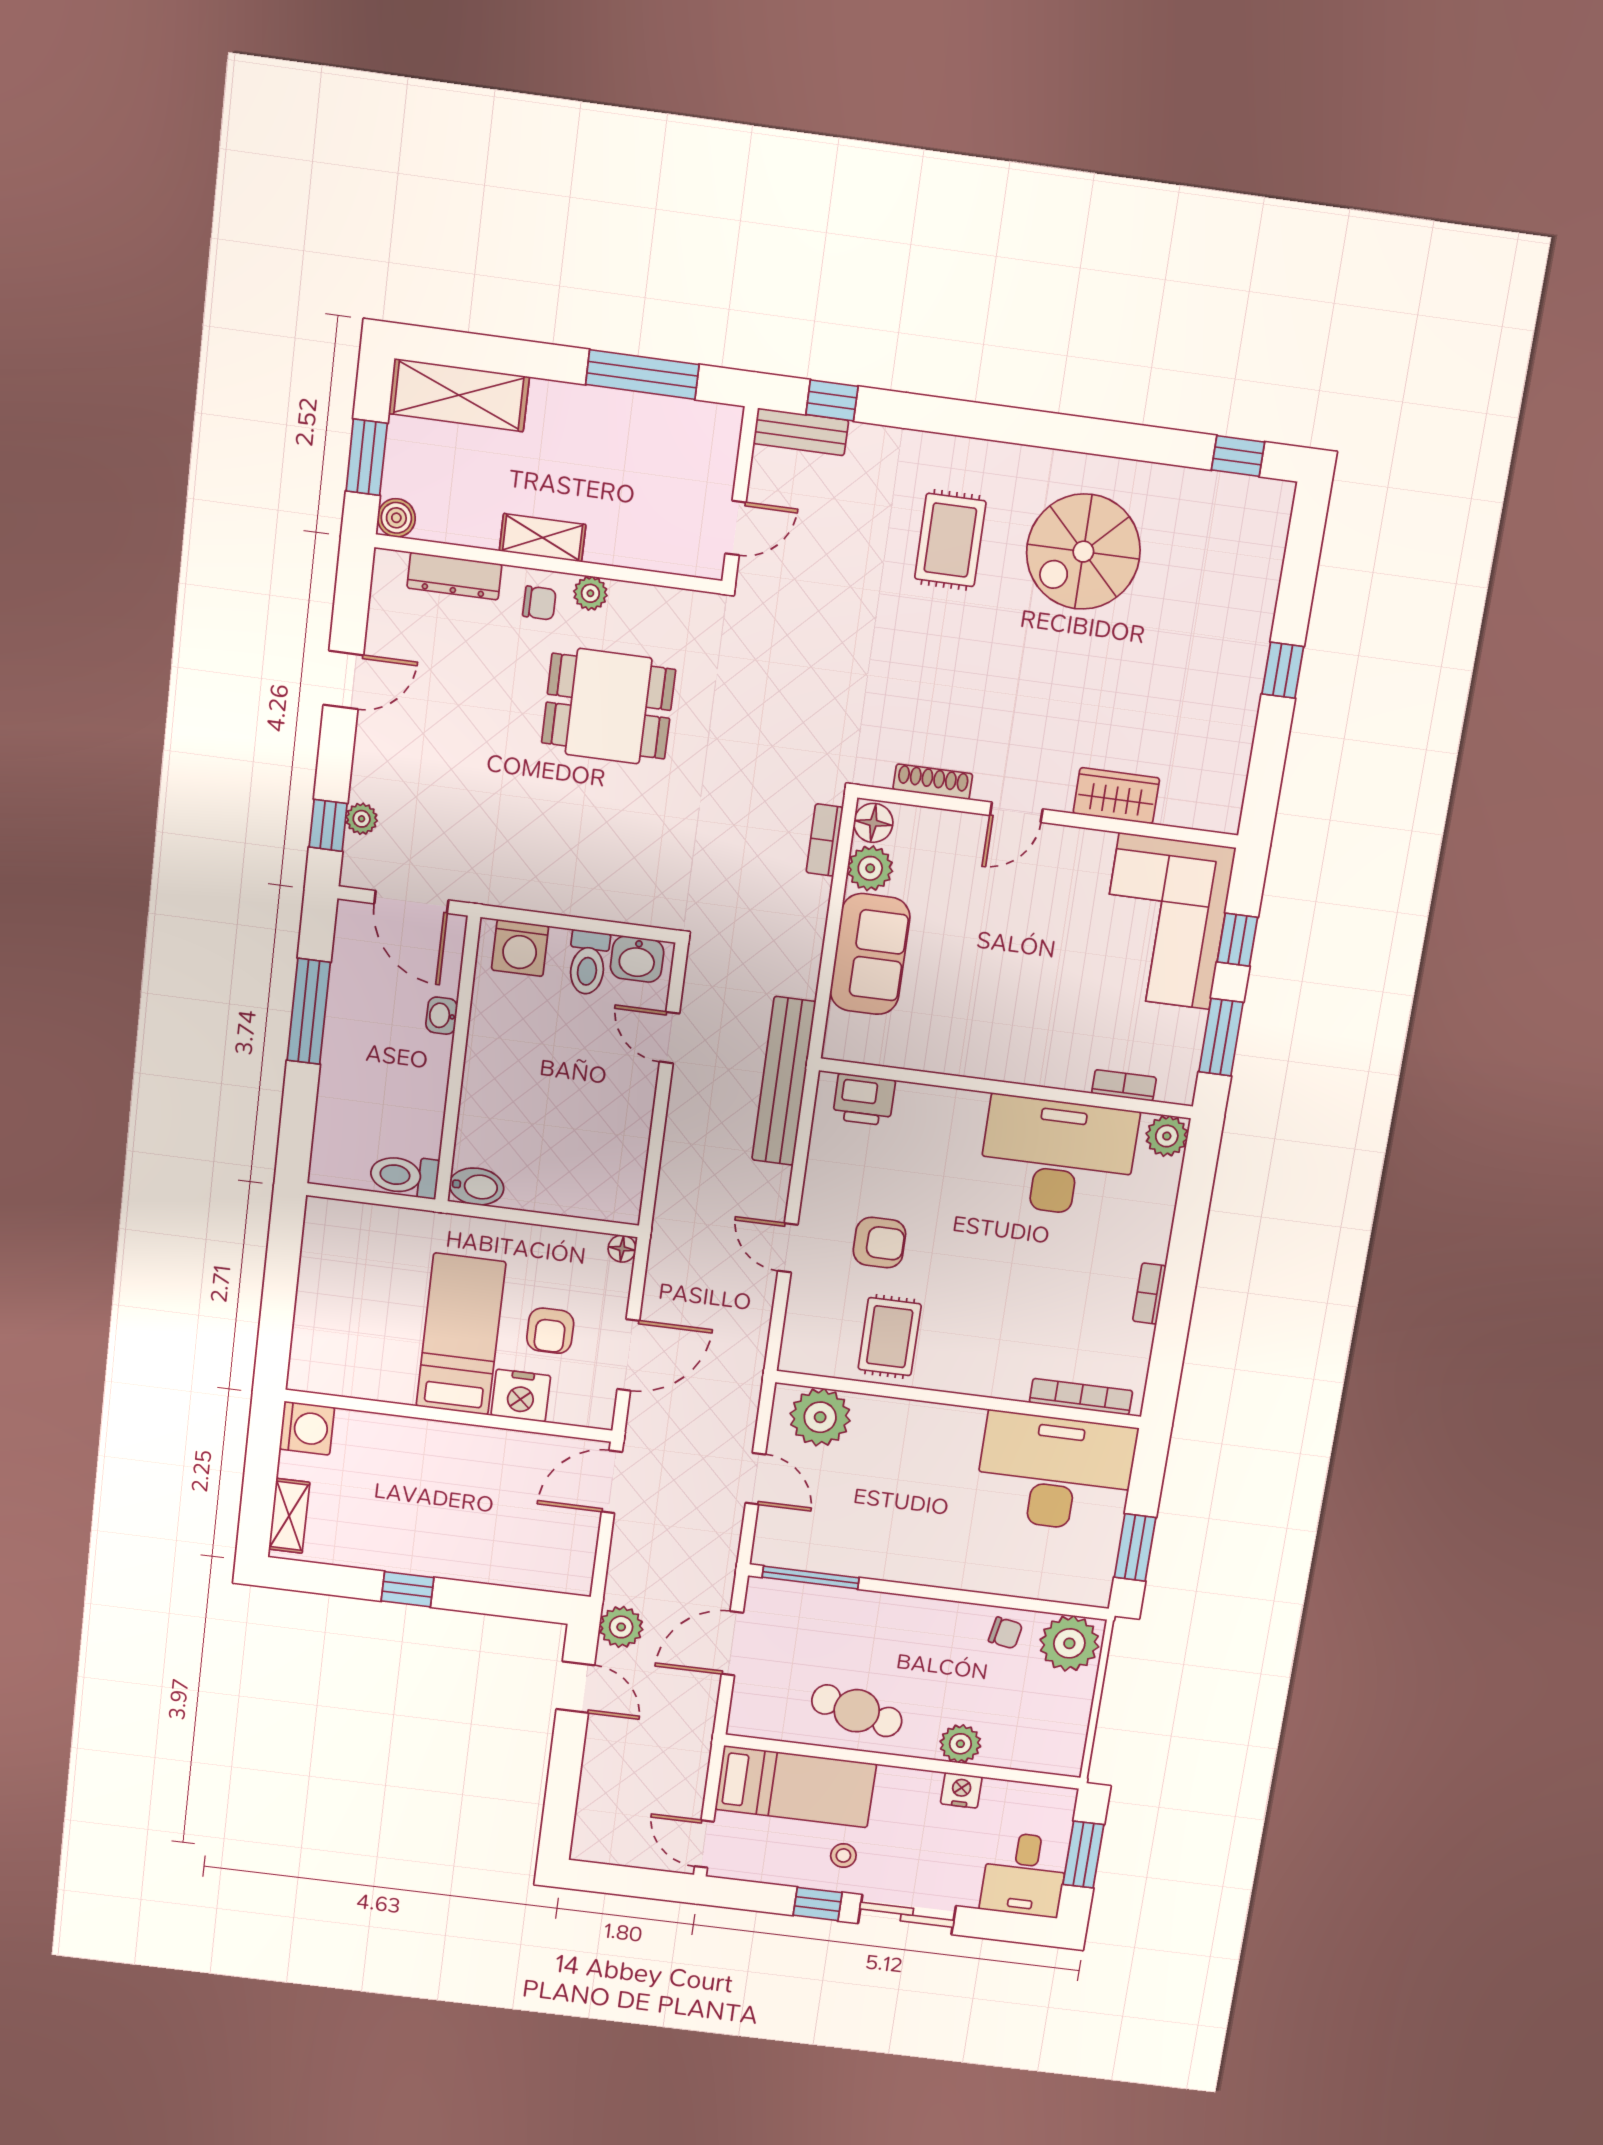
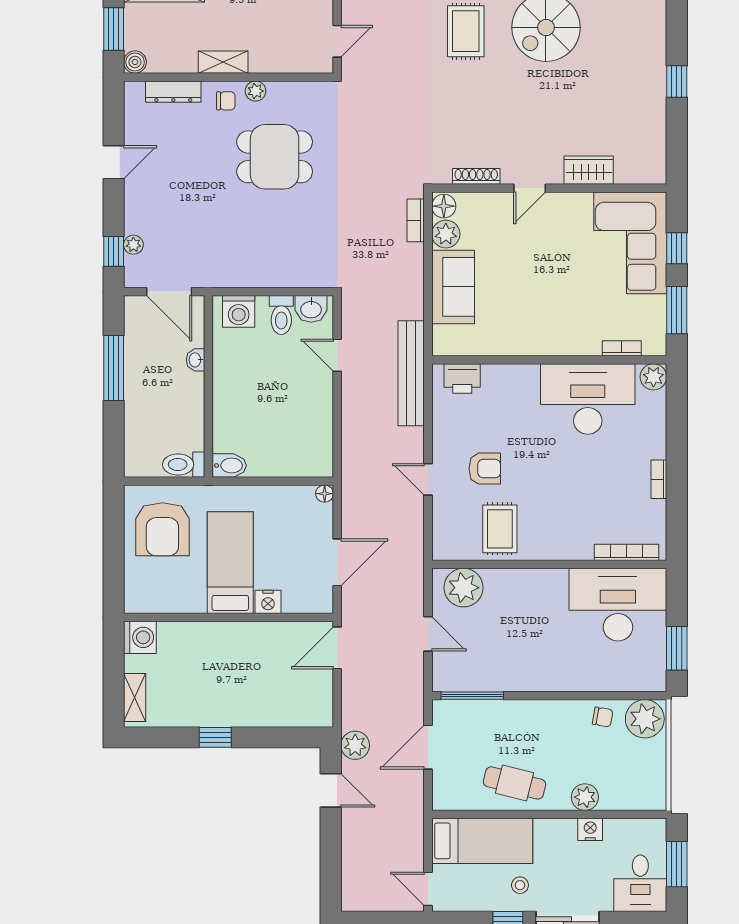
armchair: (550, 1331) -> (162, 529), moved, width x1.88, depth x1.88
nightstand: (521, 1396) -> (268, 602), width x0.74, depth x0.75

